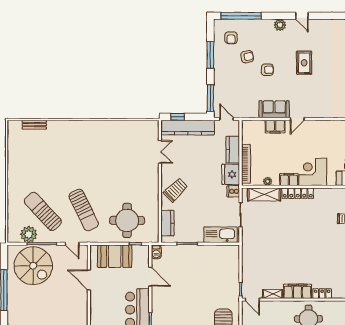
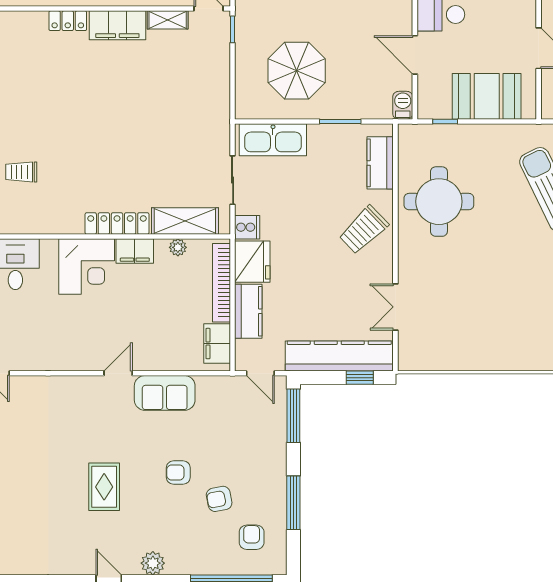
filing cabinet: (275, 127) -> (217, 344), moved, turned -90
round table: (127, 220) -> (439, 202), moved
parasol: (209, 269) -> (297, 71), added

